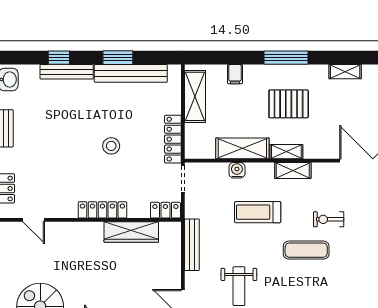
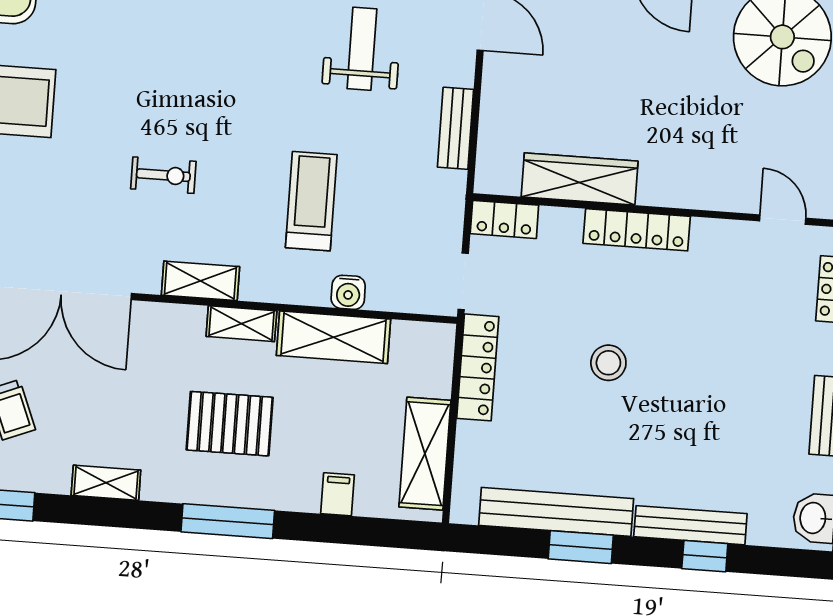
shelving: (293, 170) -> (200, 281), moved
treadmill: (258, 212) -> (311, 201), turned -90
bench: (192, 245) -> (455, 128), width x0.73
exercise mat: (306, 250) -> (215, 114), removed

